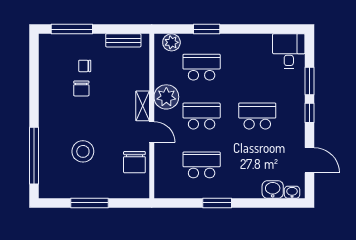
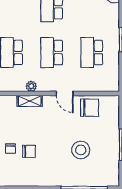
plant: (166, 97) -> (31, 86), width x0.53, depth x0.53
shelving: (143, 106) -> (30, 101), moved
door: (152, 132) -> (65, 93), swing flipped

